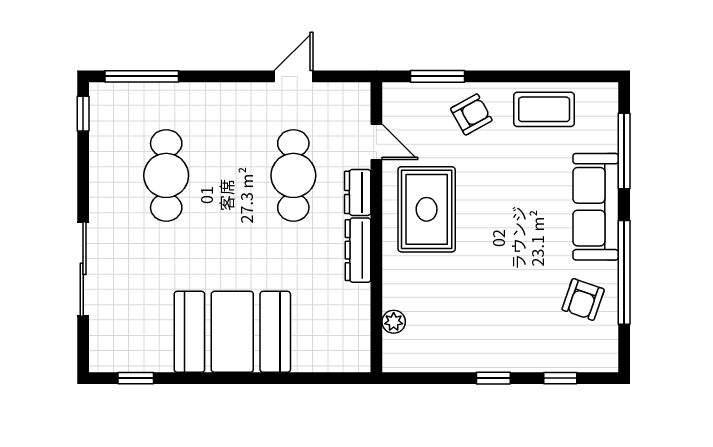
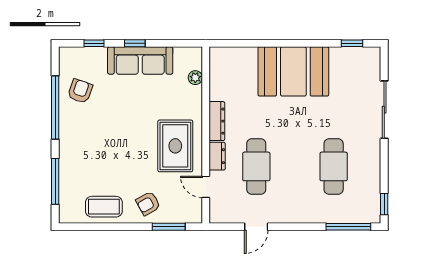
sofa: (596, 207) -> (140, 61), moved, turned 90

